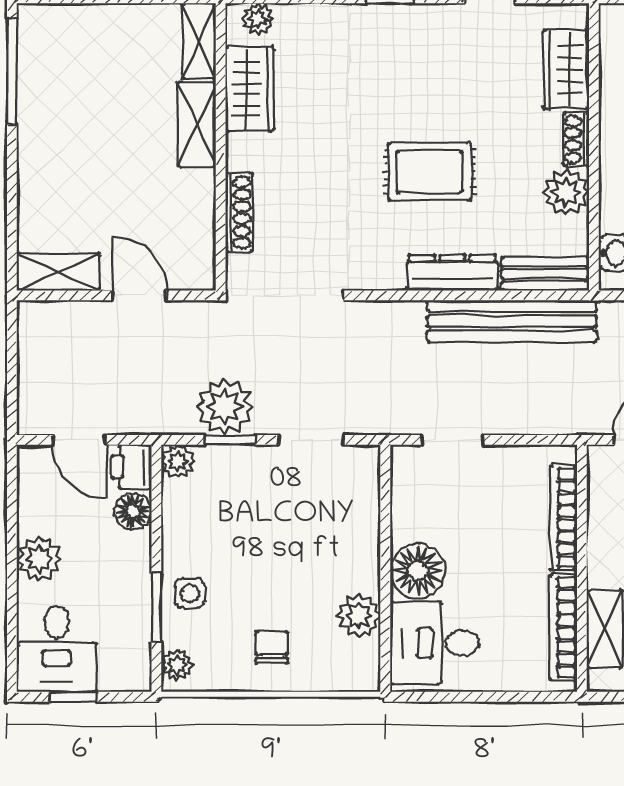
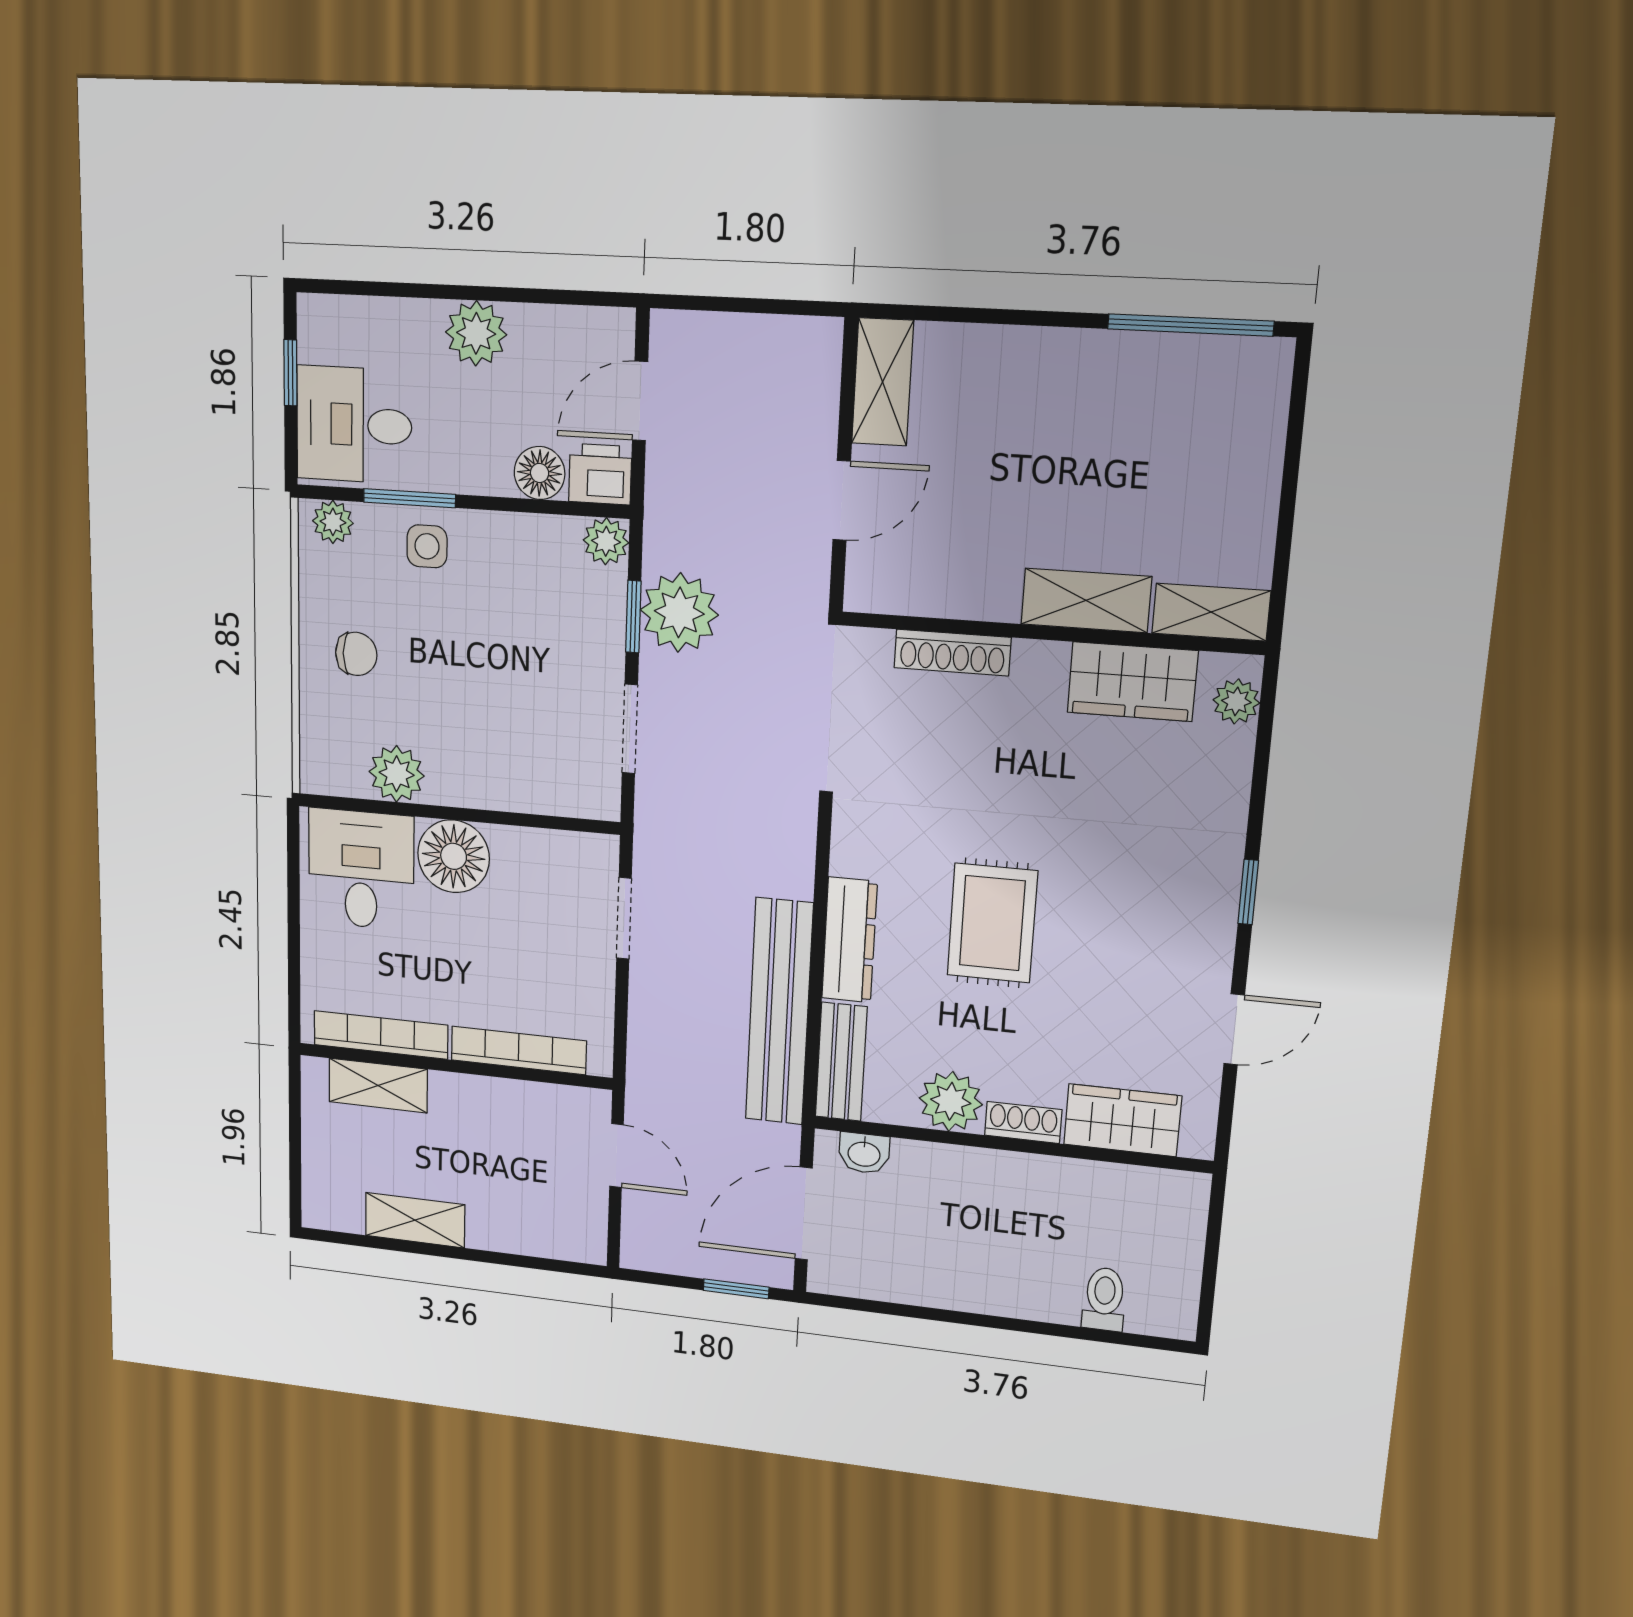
desk: (57, 649) -> (354, 425), moved

